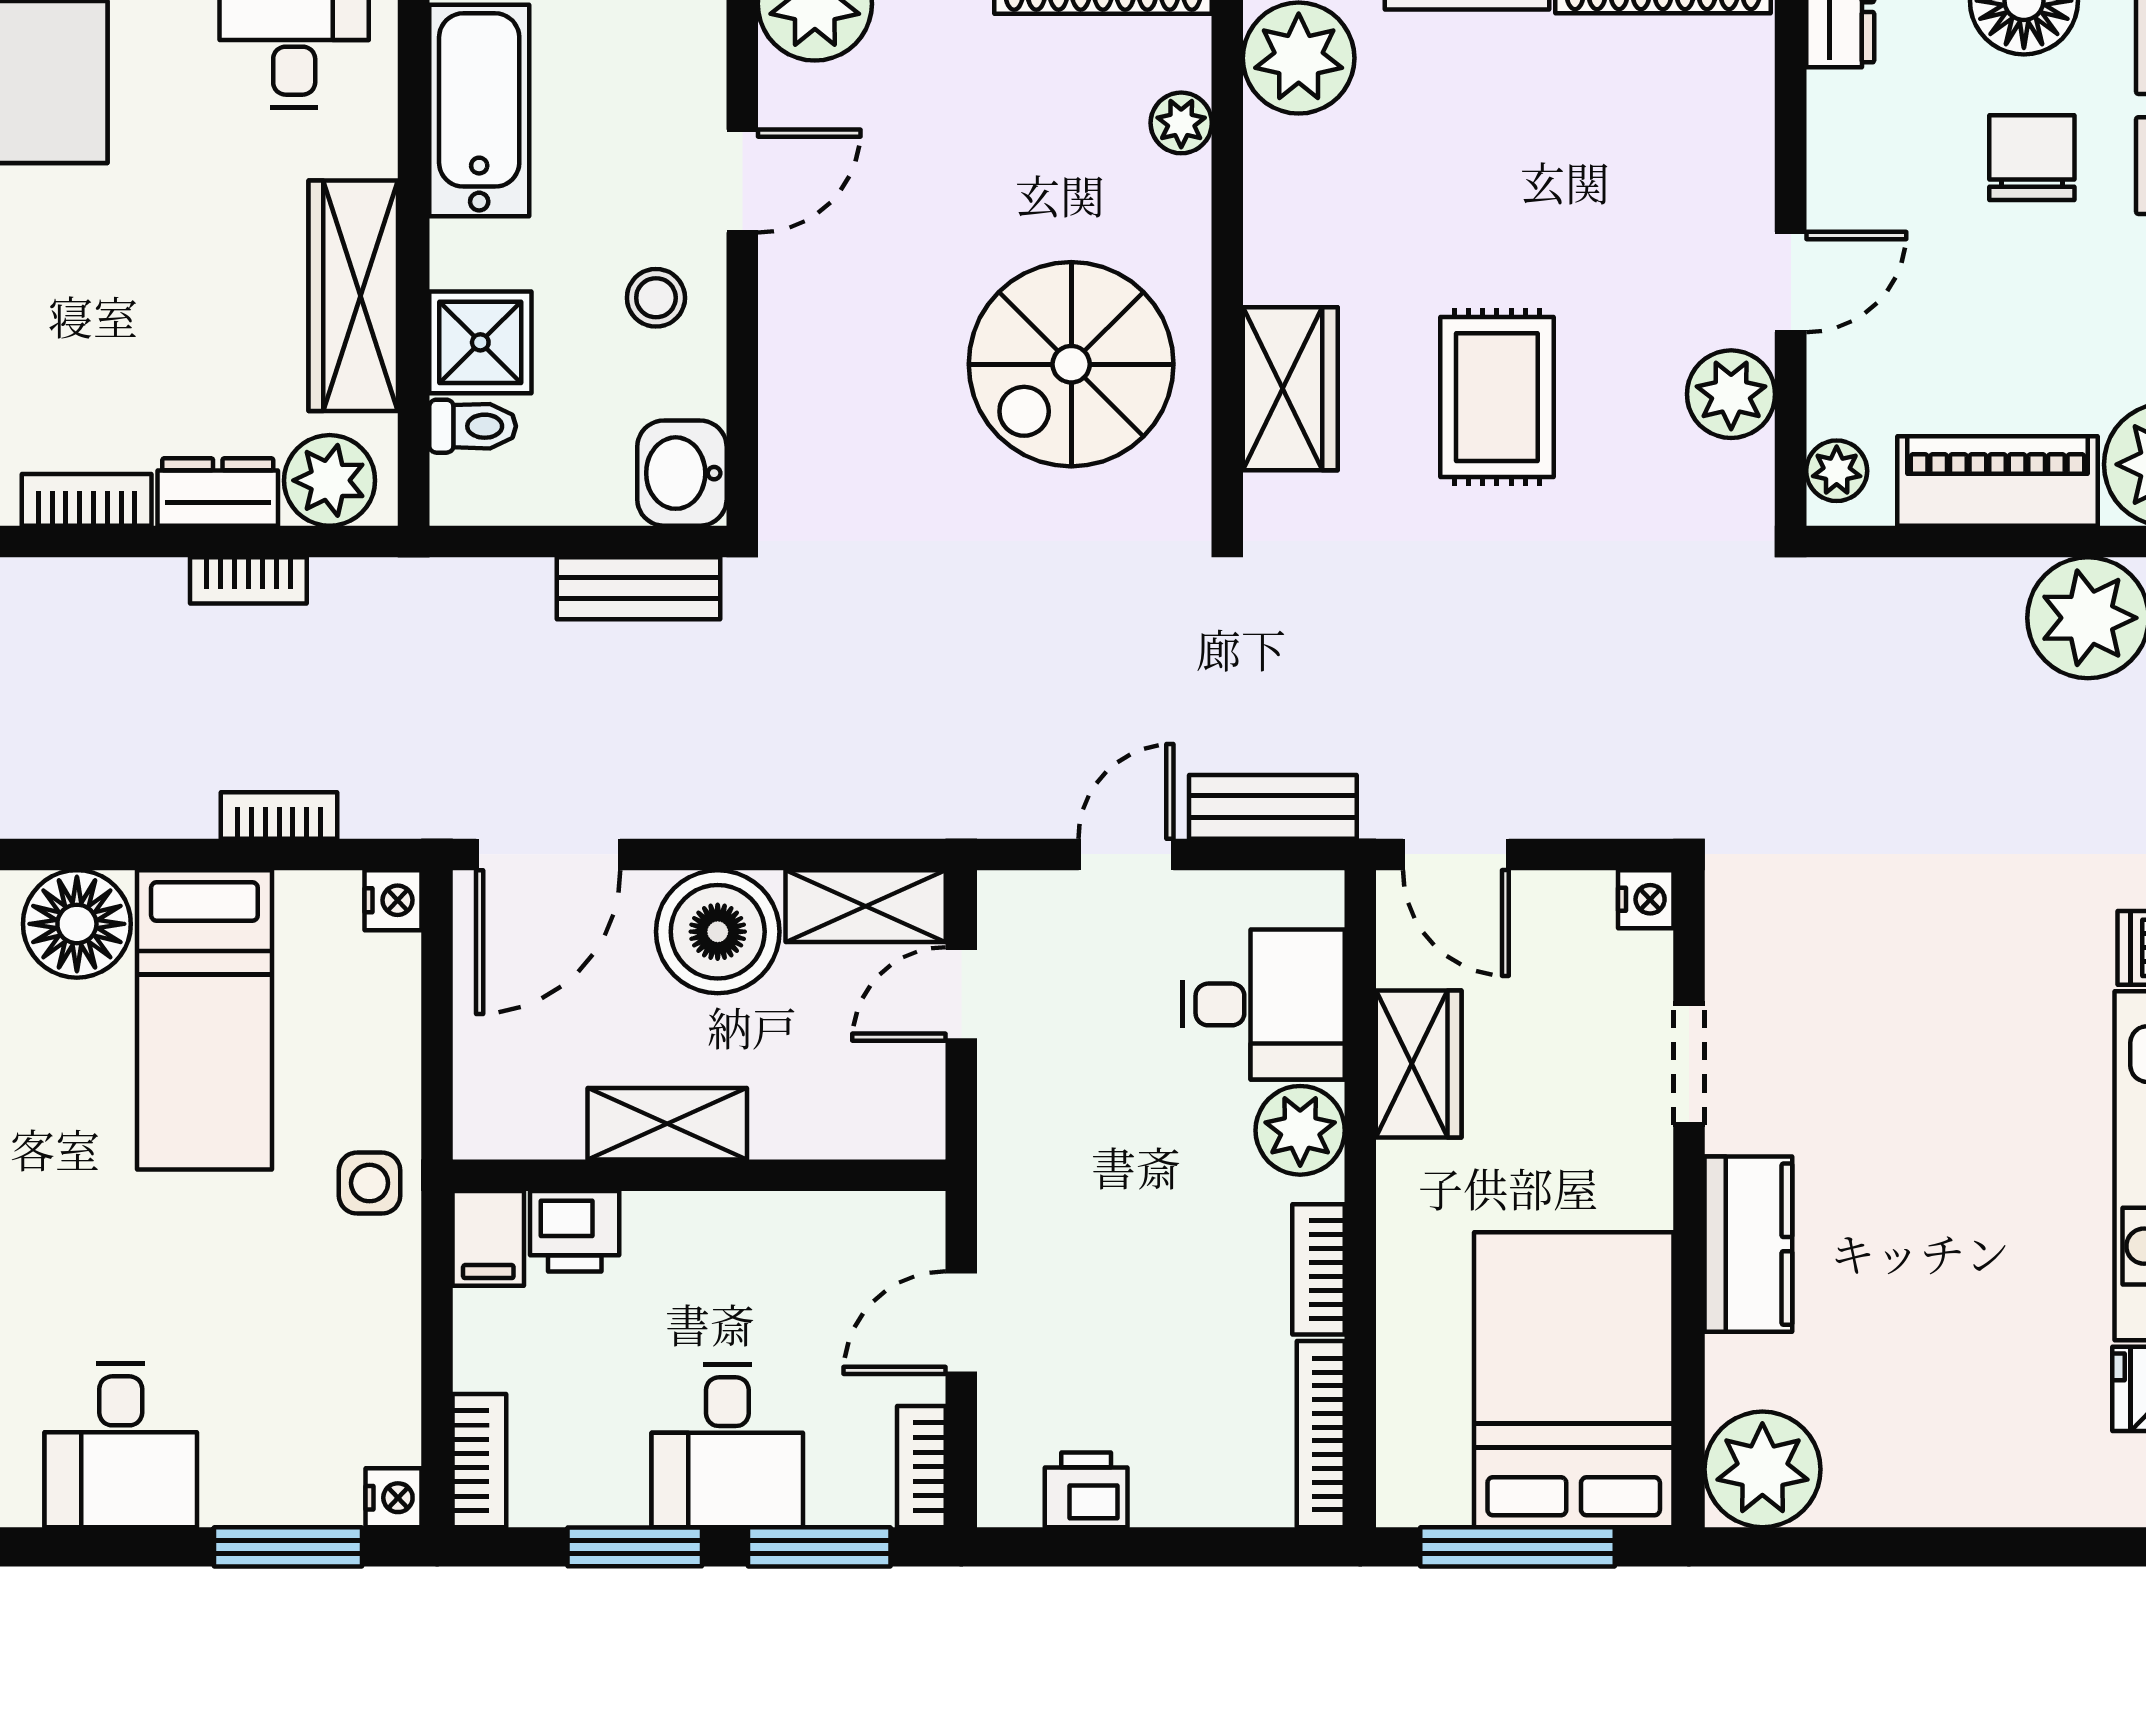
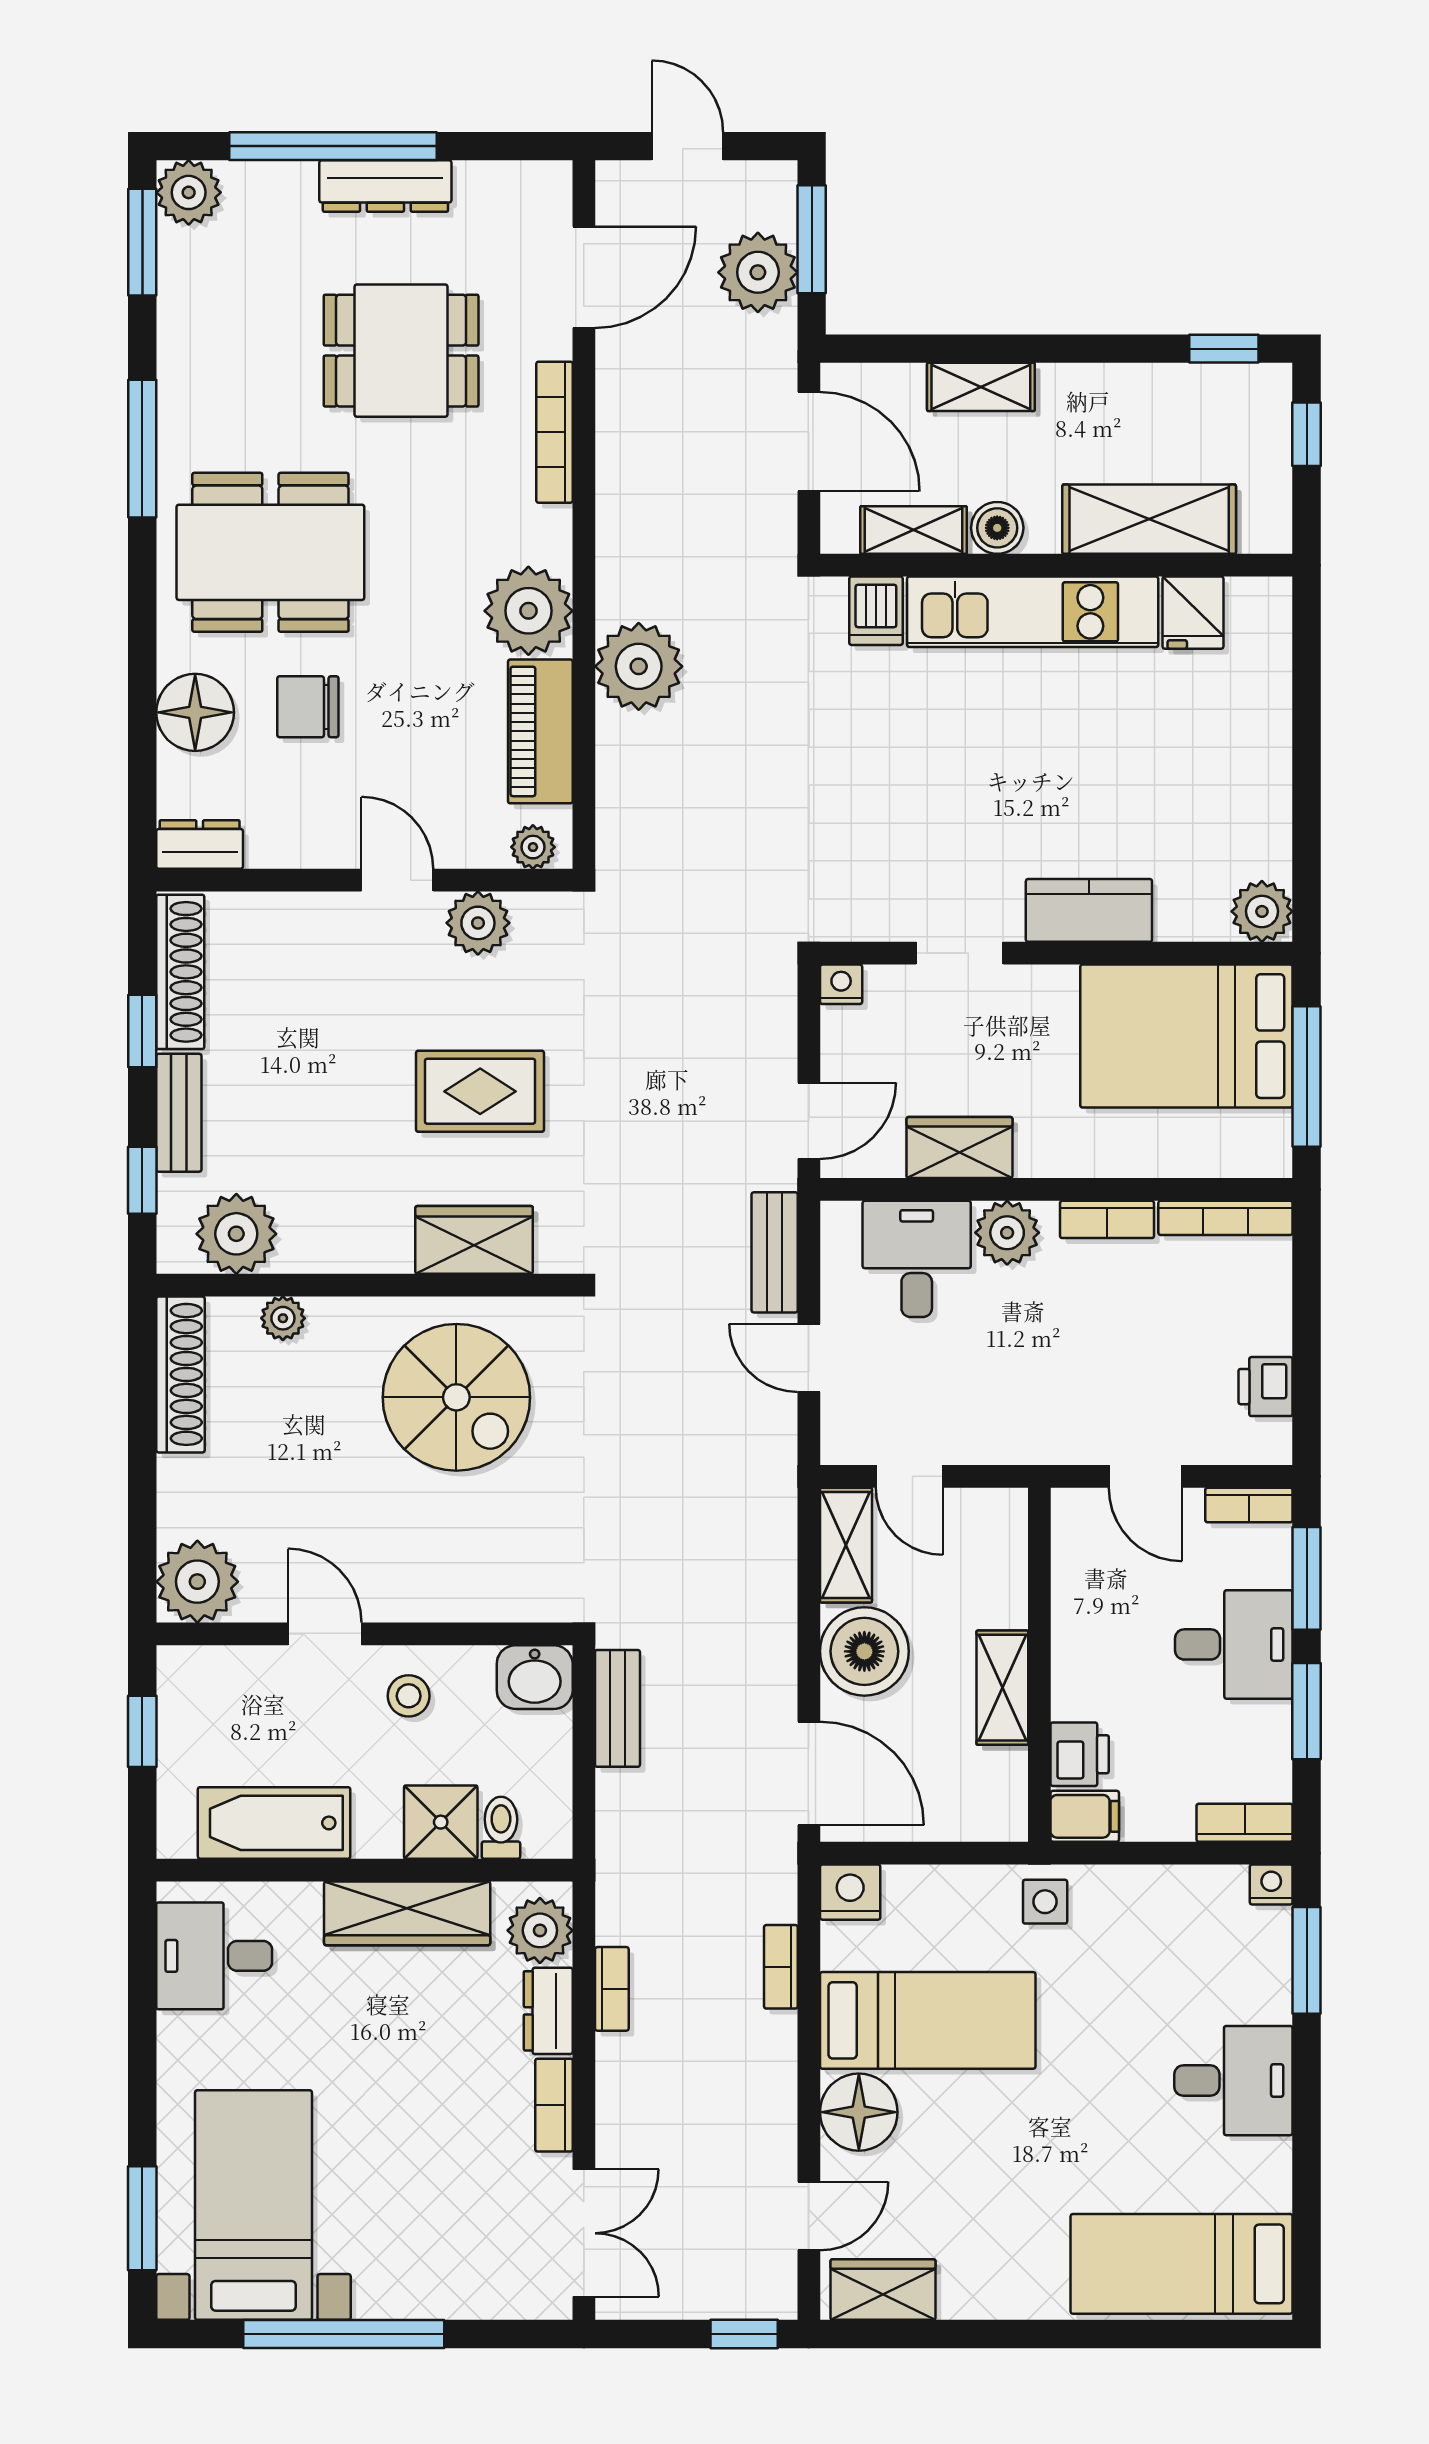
nightstand: (393, 900) -> (850, 1892), width x1.39, depth x1.35
plant: (1762, 1469) -> (1262, 911), width x0.73, depth x0.73

